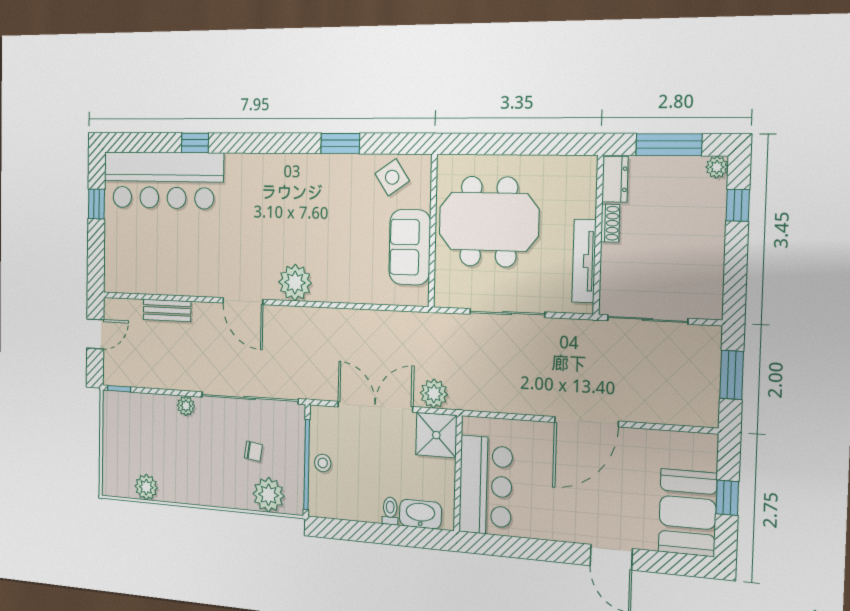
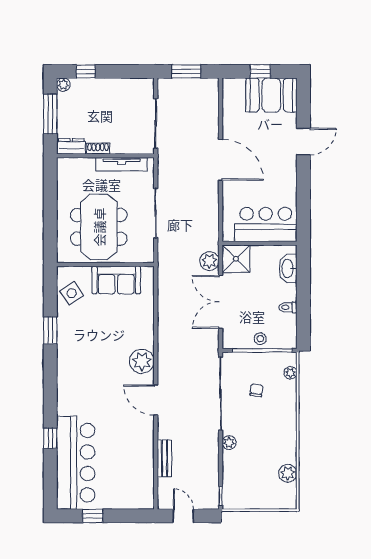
door: (243, 301) -> (156, 400), swing flipped
plant: (269, 495) -> (290, 373), width x0.53, depth x0.53
toilet: (390, 511) -> (288, 307), moved

